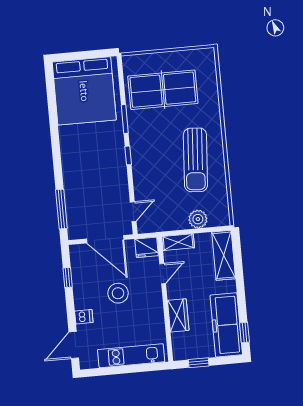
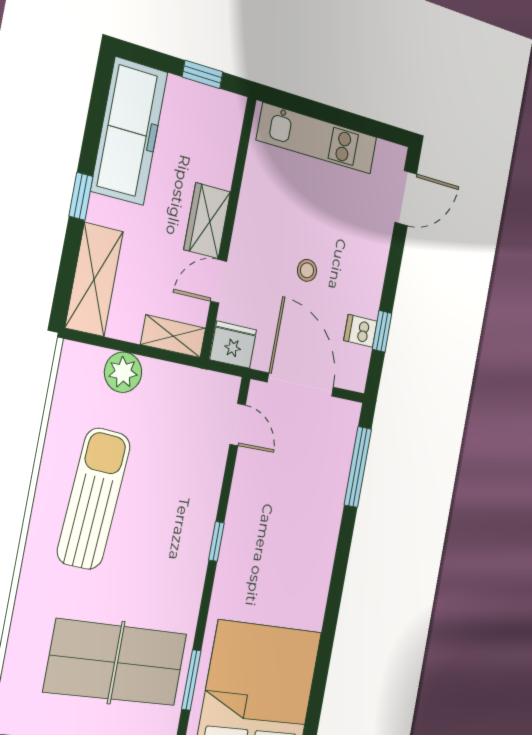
window: (125, 119) -> (191, 680), moved
door: (133, 212) -> (238, 425), swing flipped
stool: (118, 293) -> (307, 270), width x0.53, depth x0.53
wardrobe: (178, 315) -> (207, 221), moved
dishwasher: (84, 317) -> (360, 331), moved
window: (244, 332) -> (81, 196), moved

